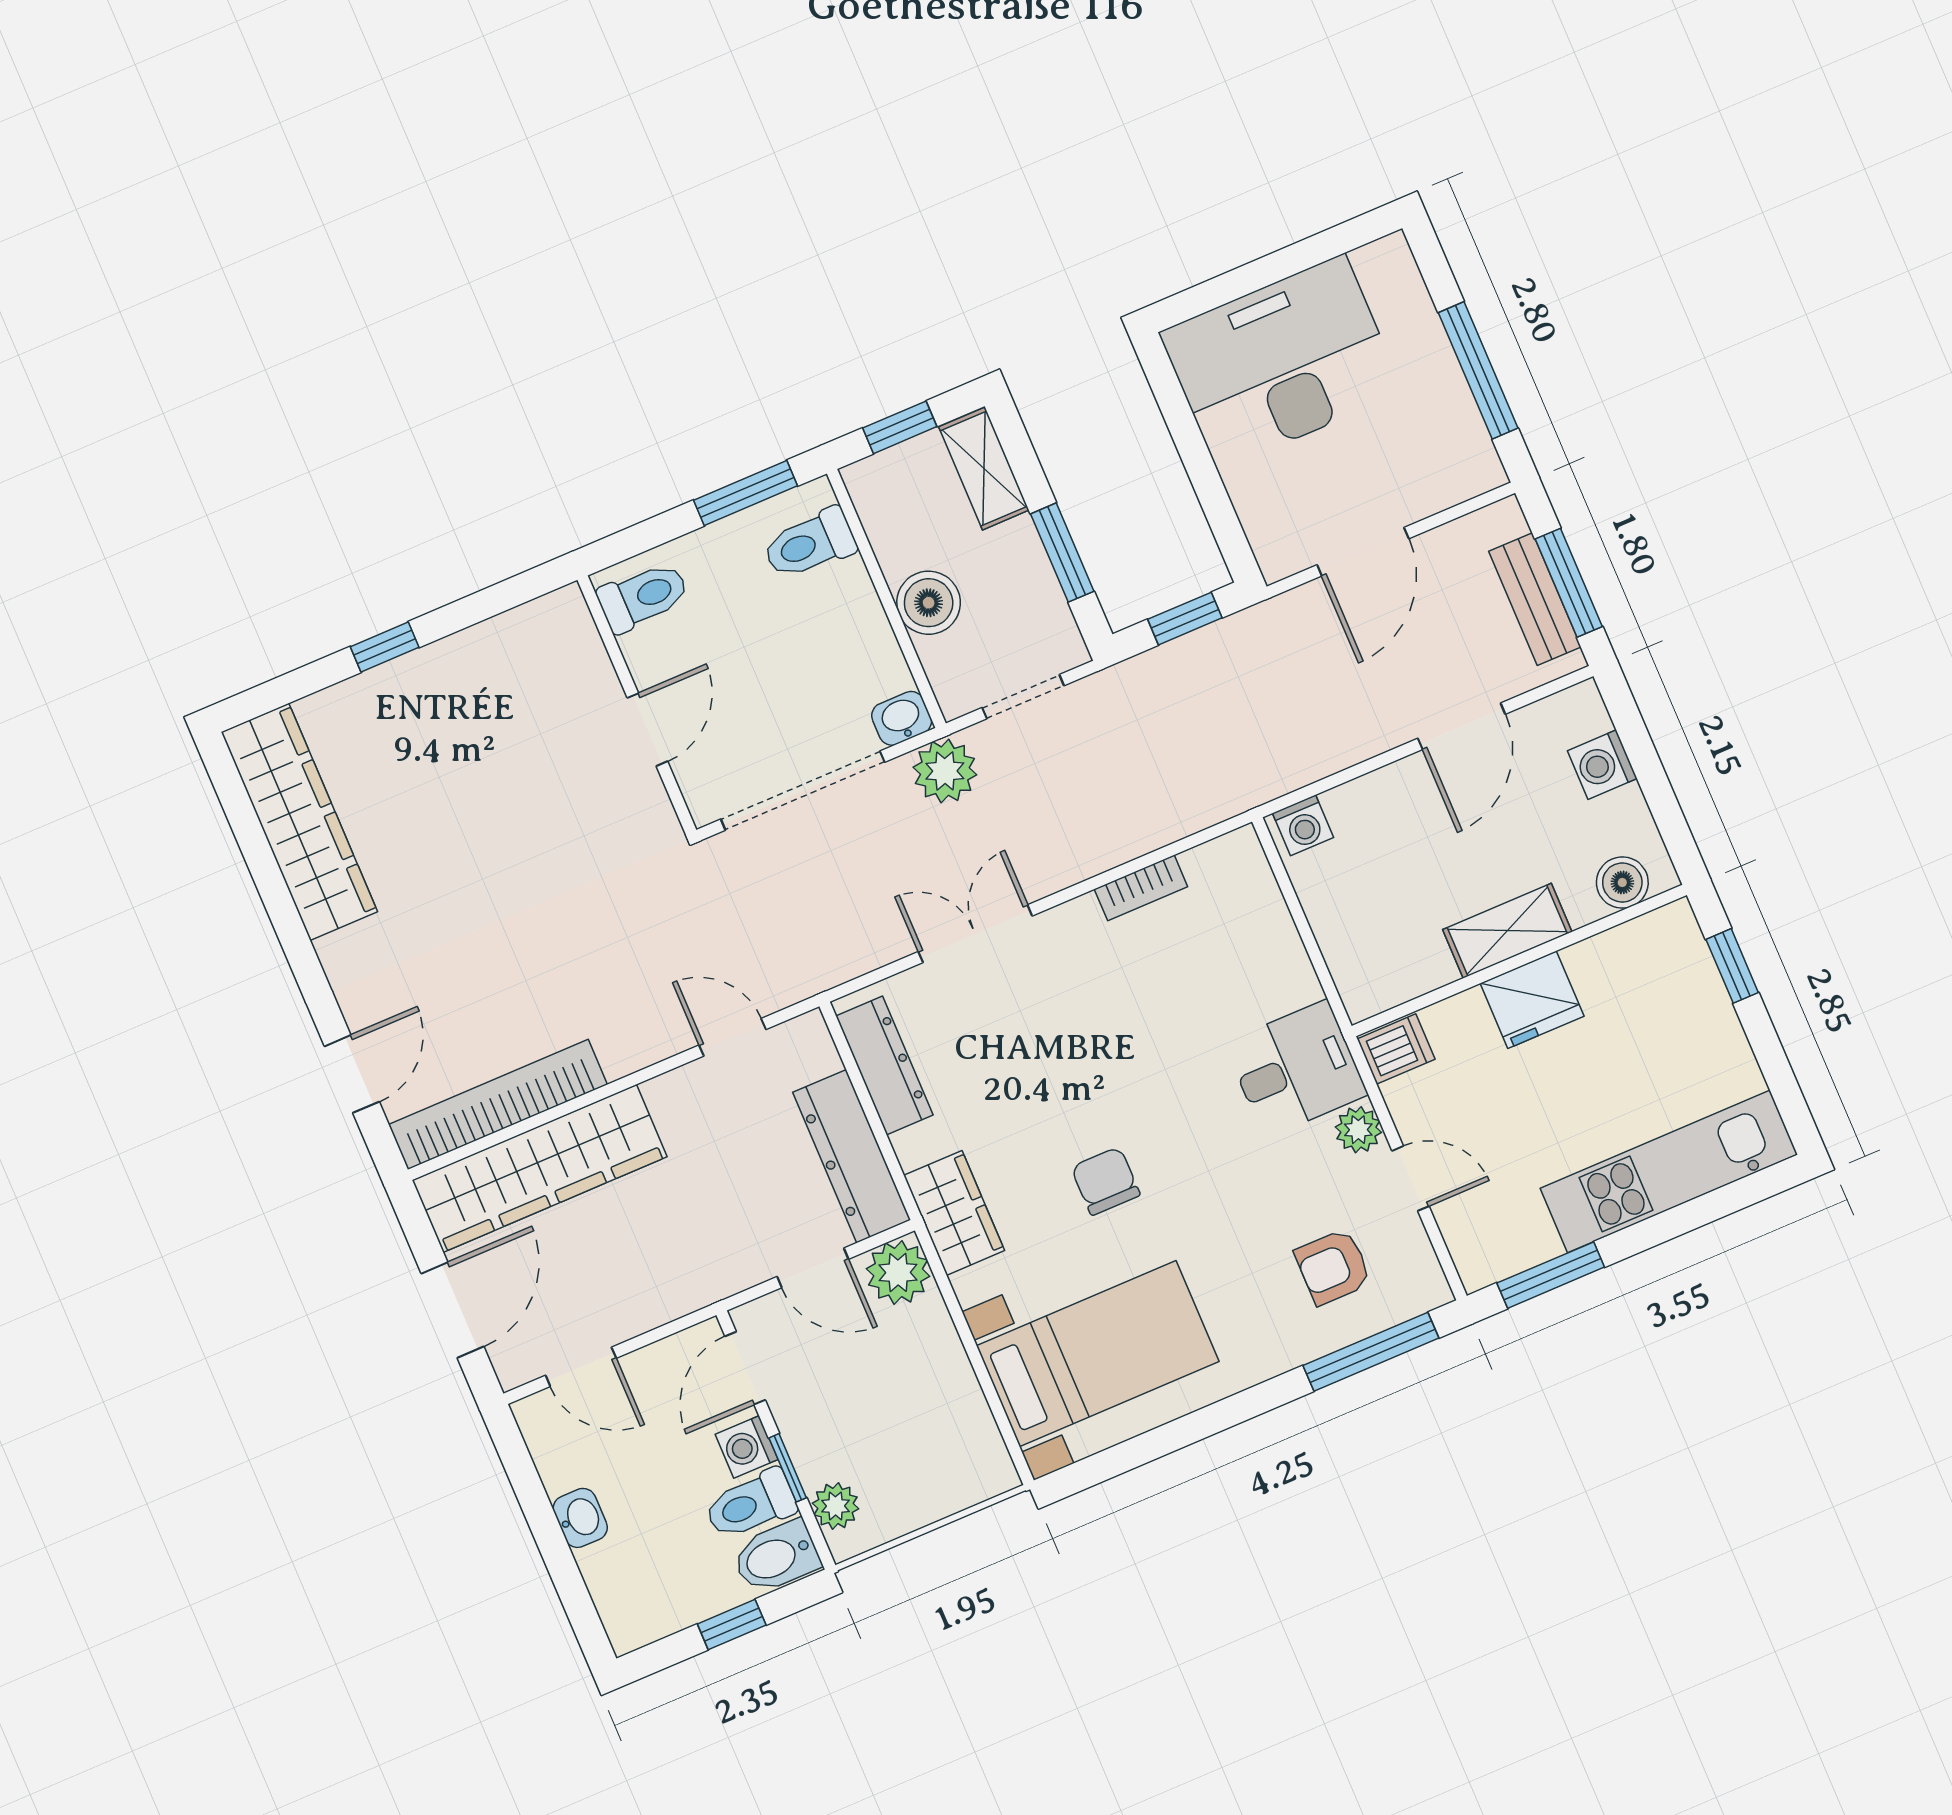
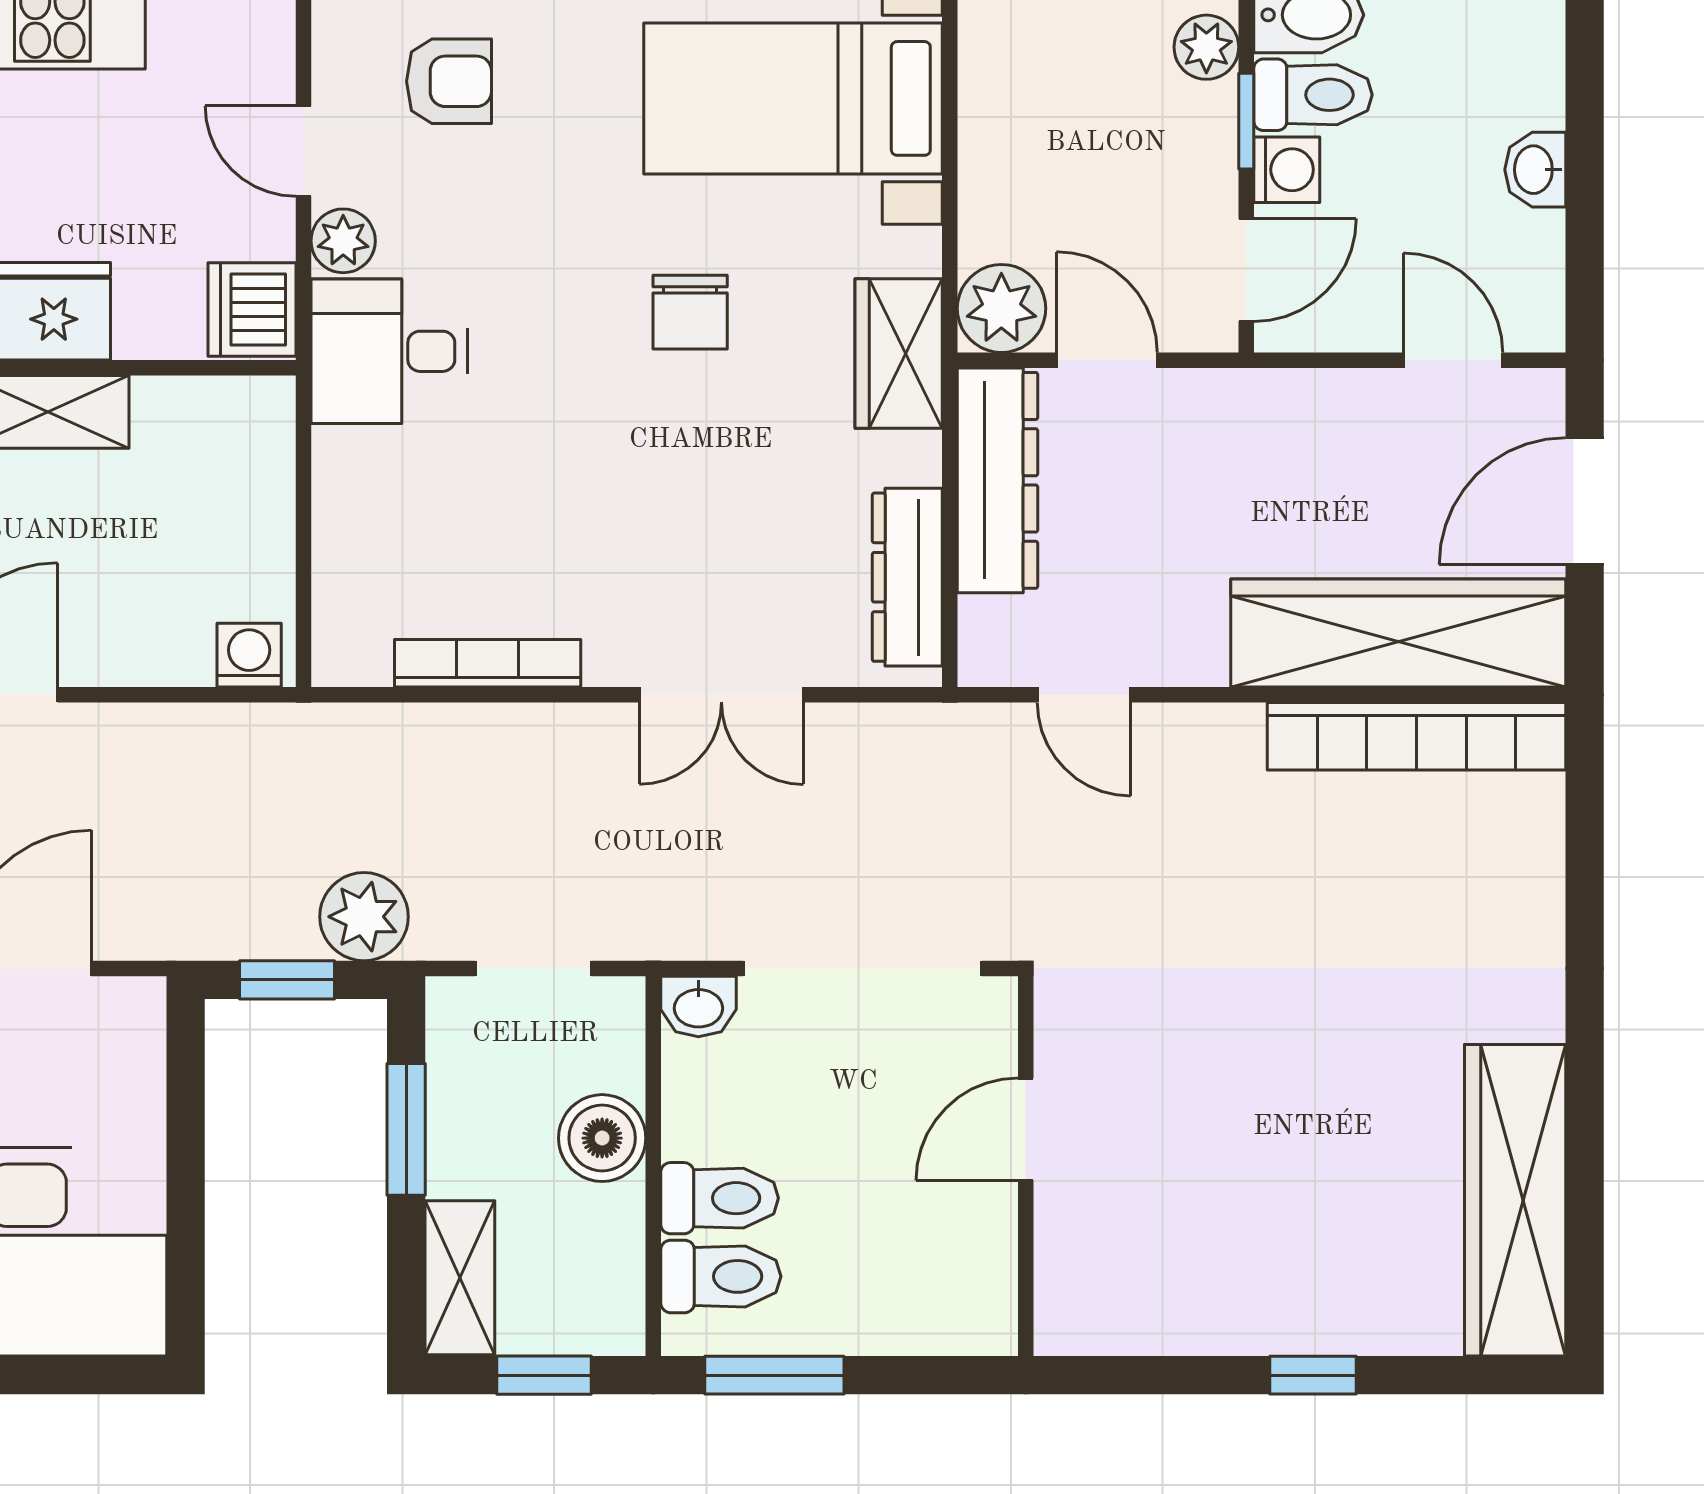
toilet: (643, 597) -> (720, 1198), moved, turned 180
plant: (945, 771) -> (364, 917), moved
bookcase: (1141, 888) -> (488, 663), width x1.56
dishwasher: (1396, 1049) -> (252, 309), width x1.38
door: (352, 1074) -> (1585, 854), removed

